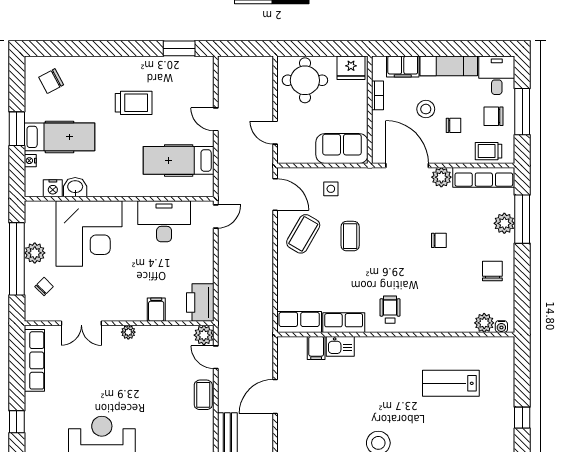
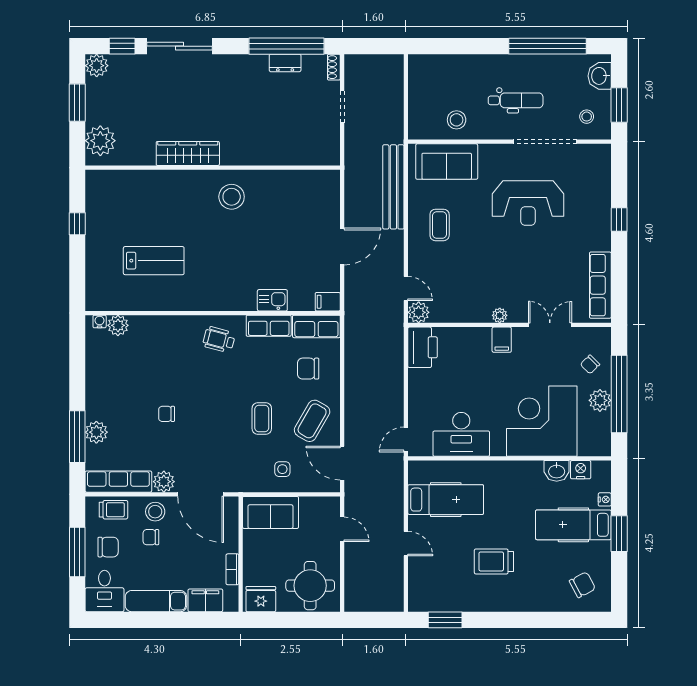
stool: (426, 109) -> (155, 512), moved
chair: (492, 271) -> (308, 369), moved, turned 90
filing cabinet: (156, 310) -> (502, 340), moved
wheelchair: (390, 310) -> (219, 340), turned 105
filing cabinet: (316, 348) -> (328, 302), moved, turned -90
coffee table: (203, 395) -> (440, 225), moved

